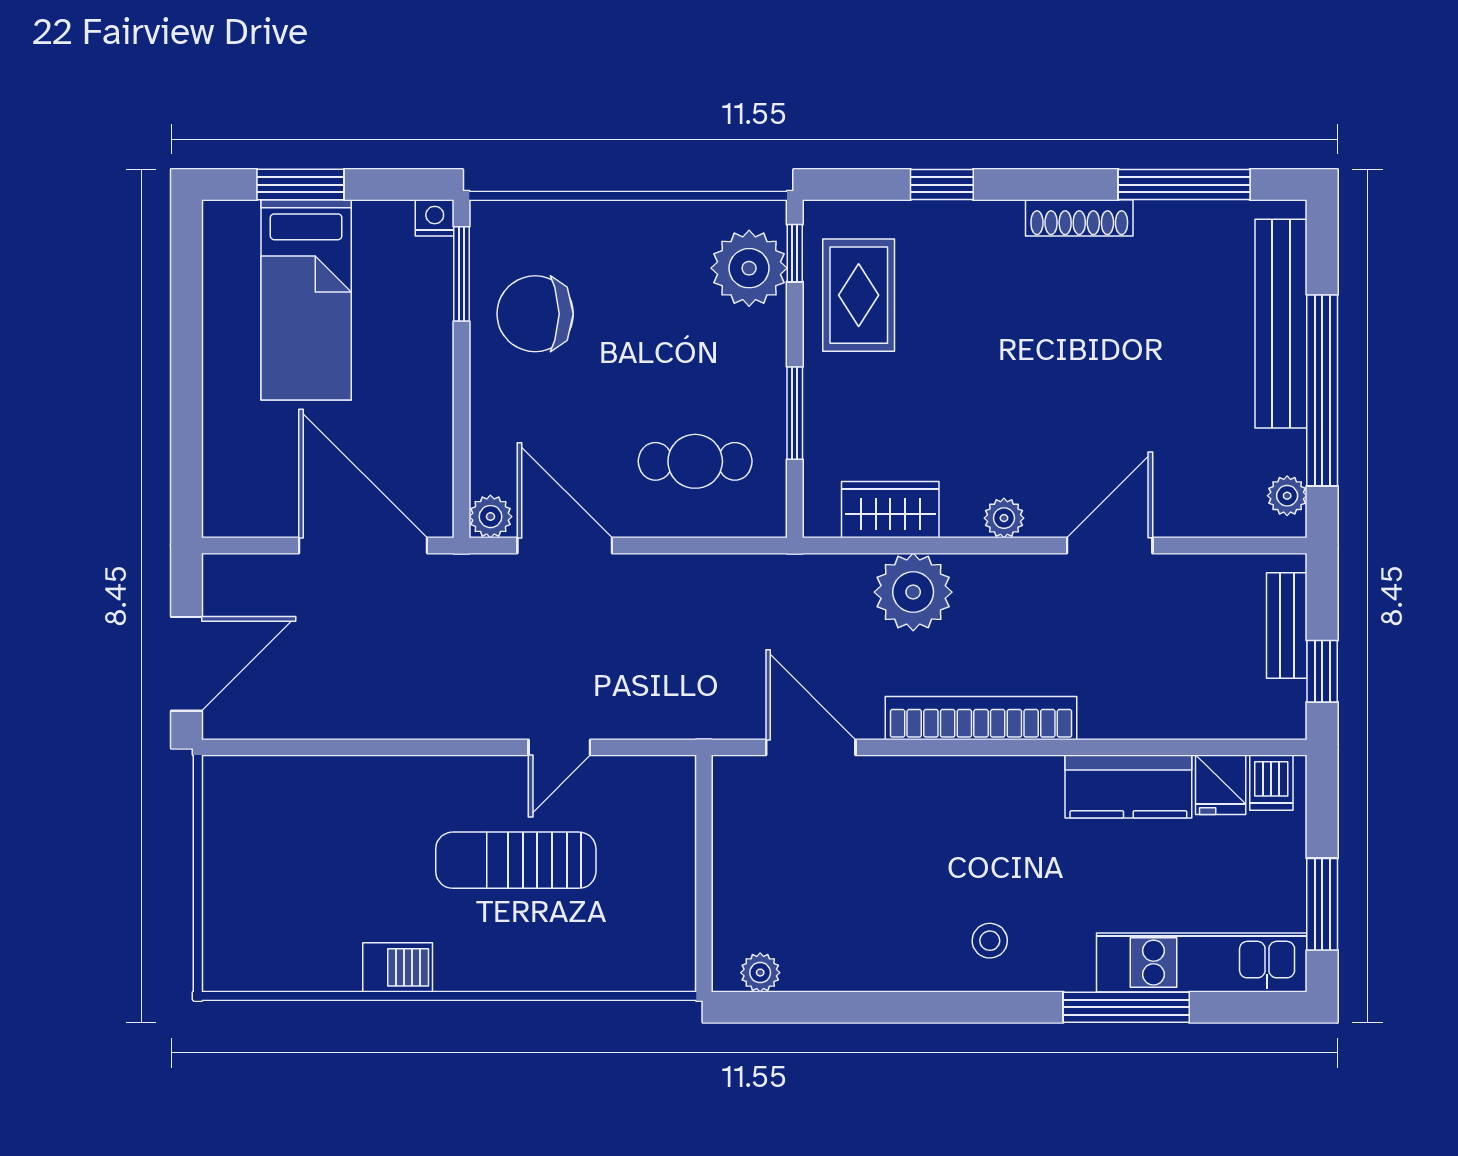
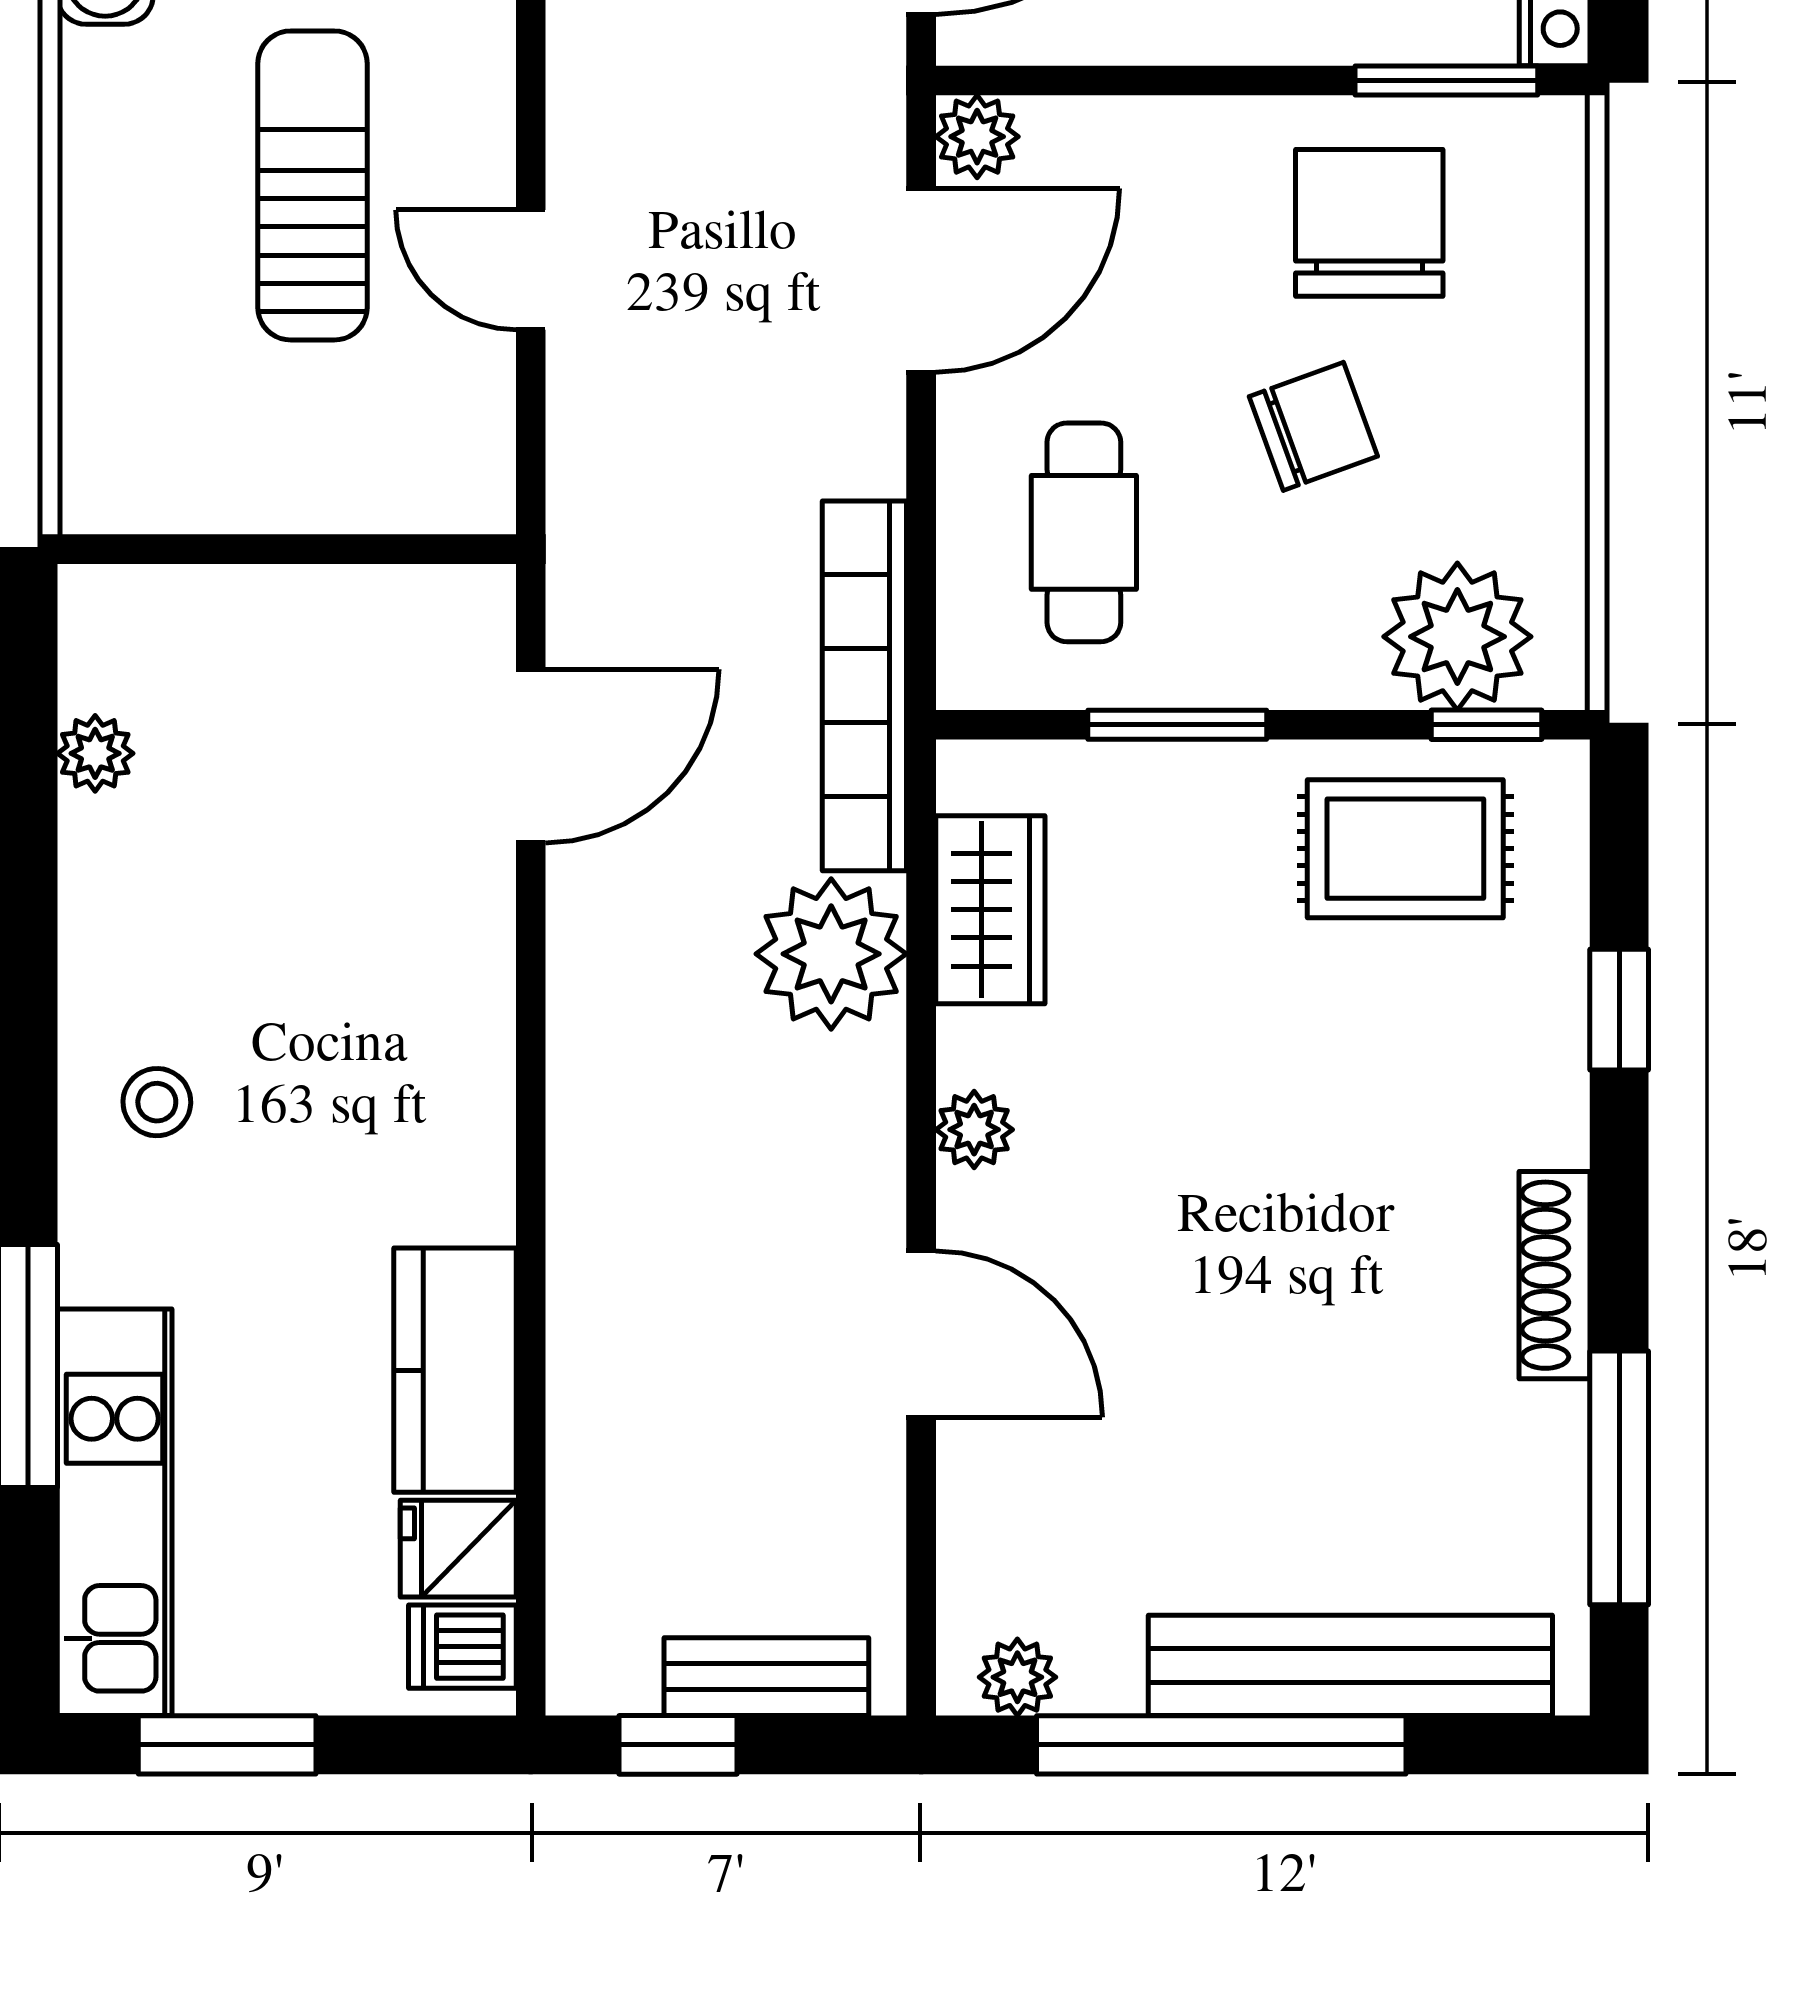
chair: (640, 343) -> (1313, 426), added
bookcase: (981, 718) -> (864, 686), moved, turned 180
plant: (760, 973) -> (95, 753), moved

